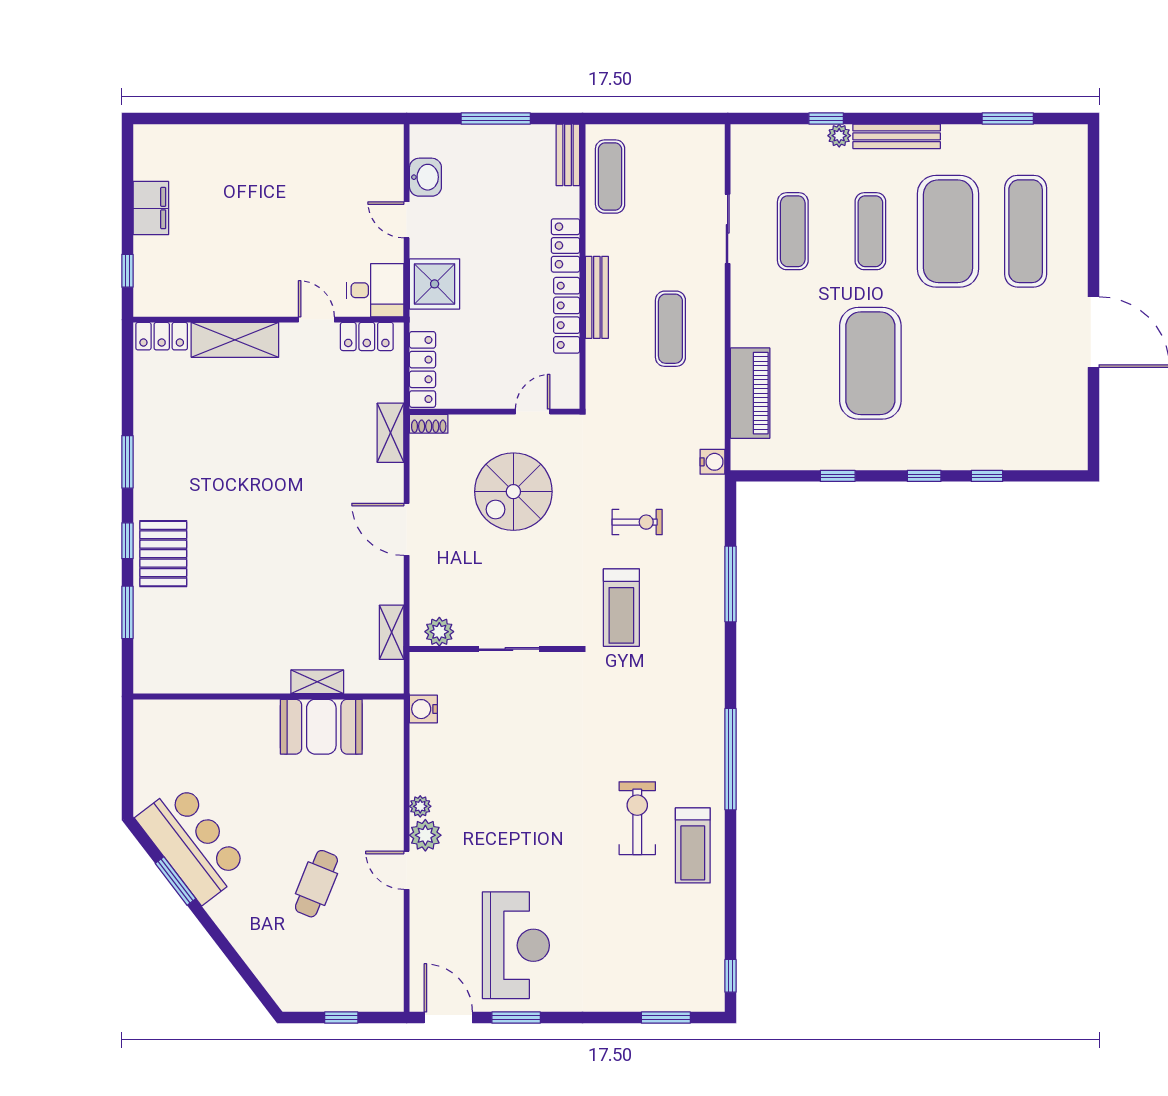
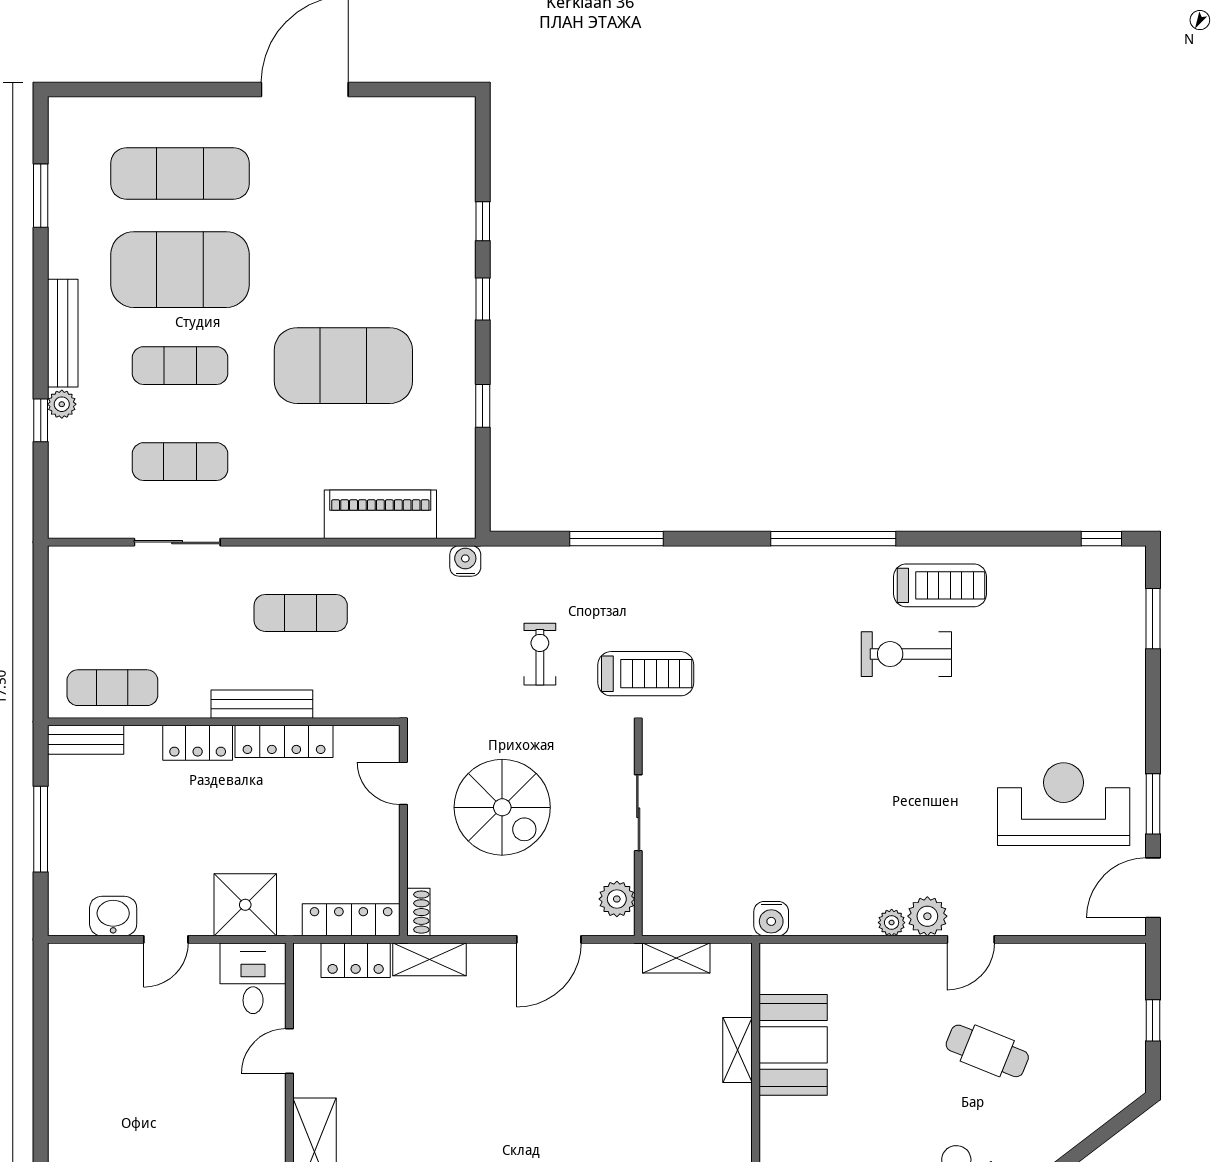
locker: (367, 336) -> (356, 960), moved, turned 90
plant: (439, 632) -> (617, 899), moved
wall: (495, 649) -> (638, 831), moved
sliding door: (509, 649) -> (638, 813), moved

